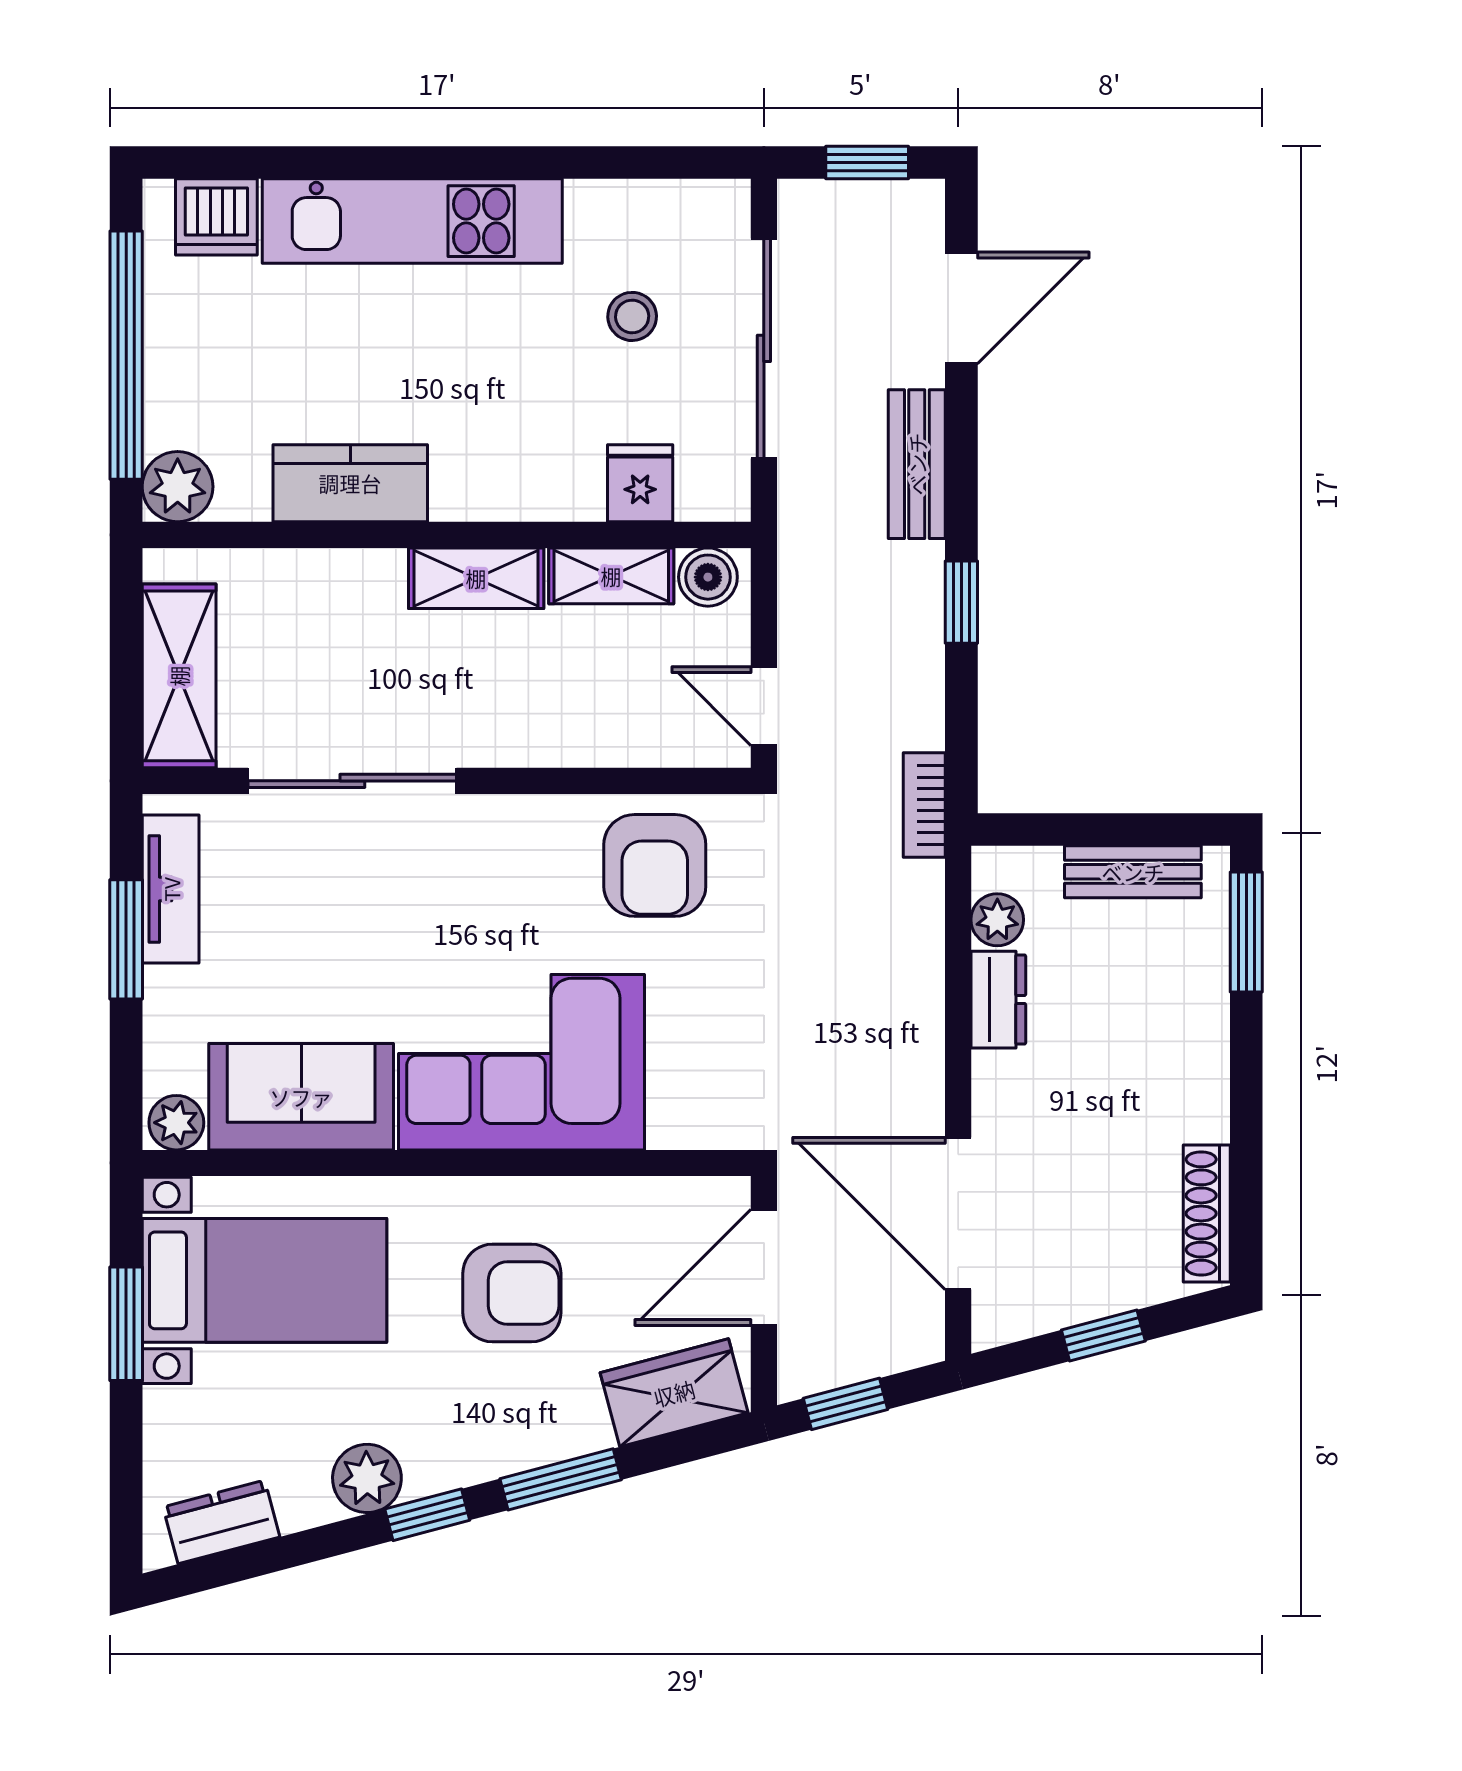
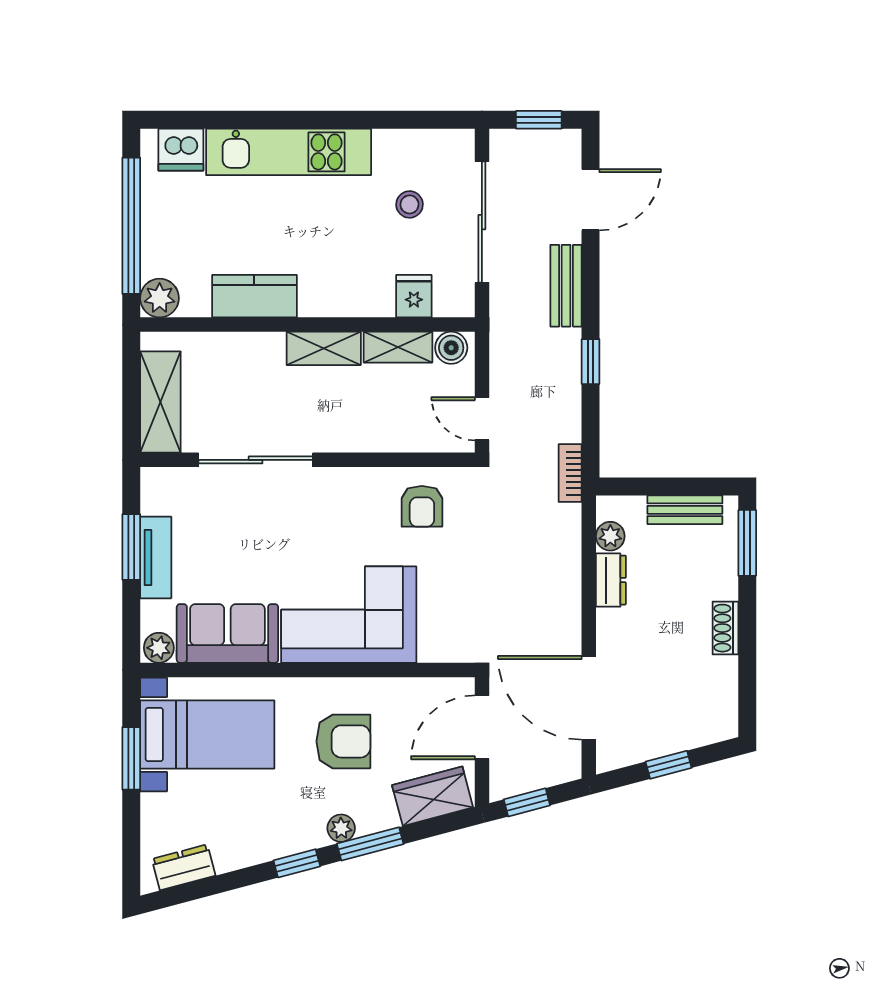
armchair: (655, 865) -> (422, 506), width x0.72, depth x0.72
tv unit: (171, 889) -> (156, 557), moved
shoe rack: (1207, 1214) -> (725, 628), moved, width x0.70
plant: (367, 1478) -> (341, 828), moved, width x0.73, depth x0.73

